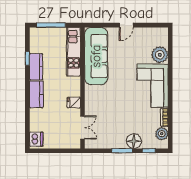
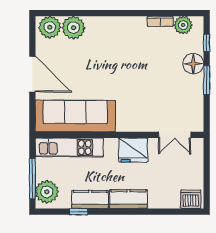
door: (126, 25) -> (32, 74), width x1.87
plant: (42, 36) -> (47, 192), added
plant: (160, 38) -> (50, 27), added
corner sofa: (153, 86) -> (116, 38), removed
fridge: (74, 103) -> (133, 150), width x1.88, depth x1.34
double door: (83, 128) -> (175, 135), swing flipped

